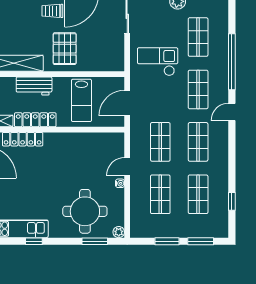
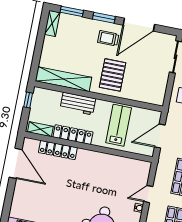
lab bench: (81, 100) -> (119, 125), turned 180

